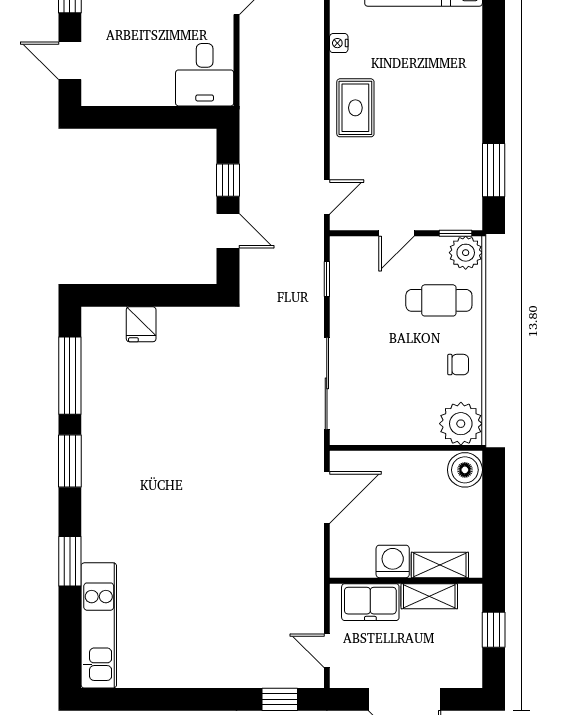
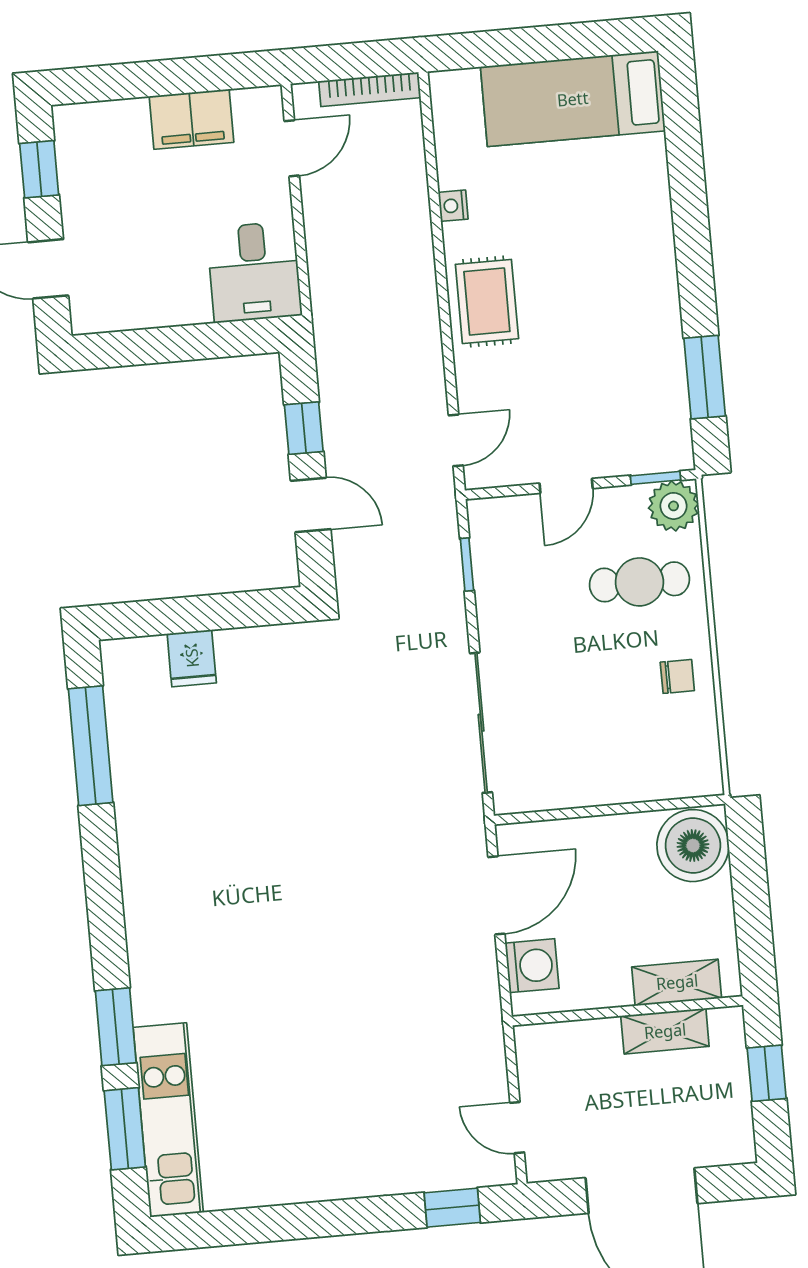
plant: (461, 424) -> (689, 766), removed
window: (70, 461) -> (125, 1129), moved
boiler: (465, 470) -> (693, 846), width x1.37, depth x1.37
washing machine: (393, 561) -> (532, 966), moved, turned 90
freezer: (370, 602) -> (576, 1048), removed

